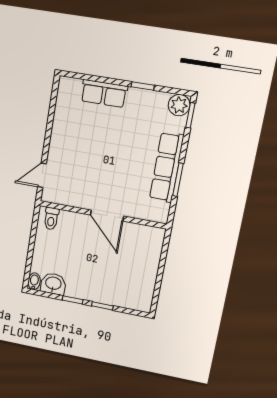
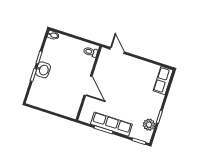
row of seats: (104, 93) -> (163, 80), moved
plant: (179, 105) -> (149, 125), moved
door: (107, 216) -> (88, 86), swing flipped
washbasin: (53, 284) -> (43, 70), moved

